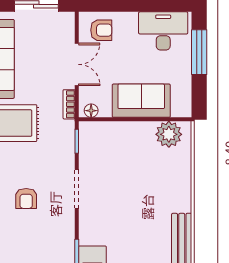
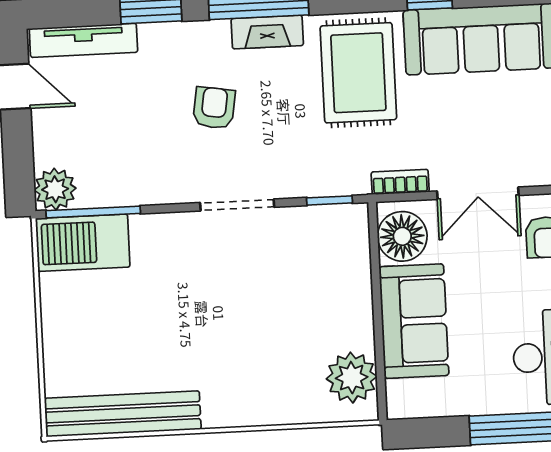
floor lamp: (91, 111) -> (402, 236), width x1.89, depth x1.89
armchair: (26, 198) -> (214, 108), turned 99

